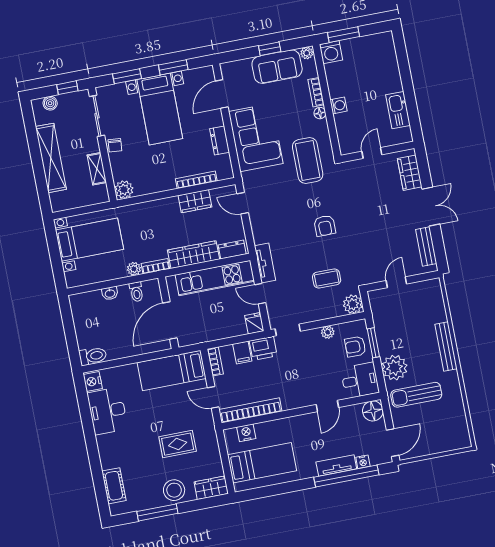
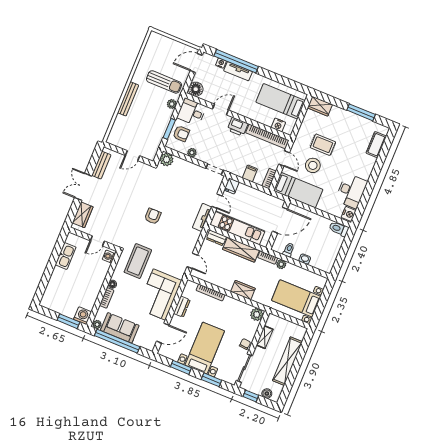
window: (270, 49) -> (117, 341), width x3.17
washing machine: (338, 105) -> (109, 257), moved
wardrobe: (195, 201) -> (243, 290), moved
coffee table: (327, 278) -> (172, 185), removed
printer: (263, 348) -> (238, 127), moved, turned 180
plant: (395, 368) -> (172, 104), width x0.53, depth x0.53
stool: (174, 490) -> (313, 165), moved

